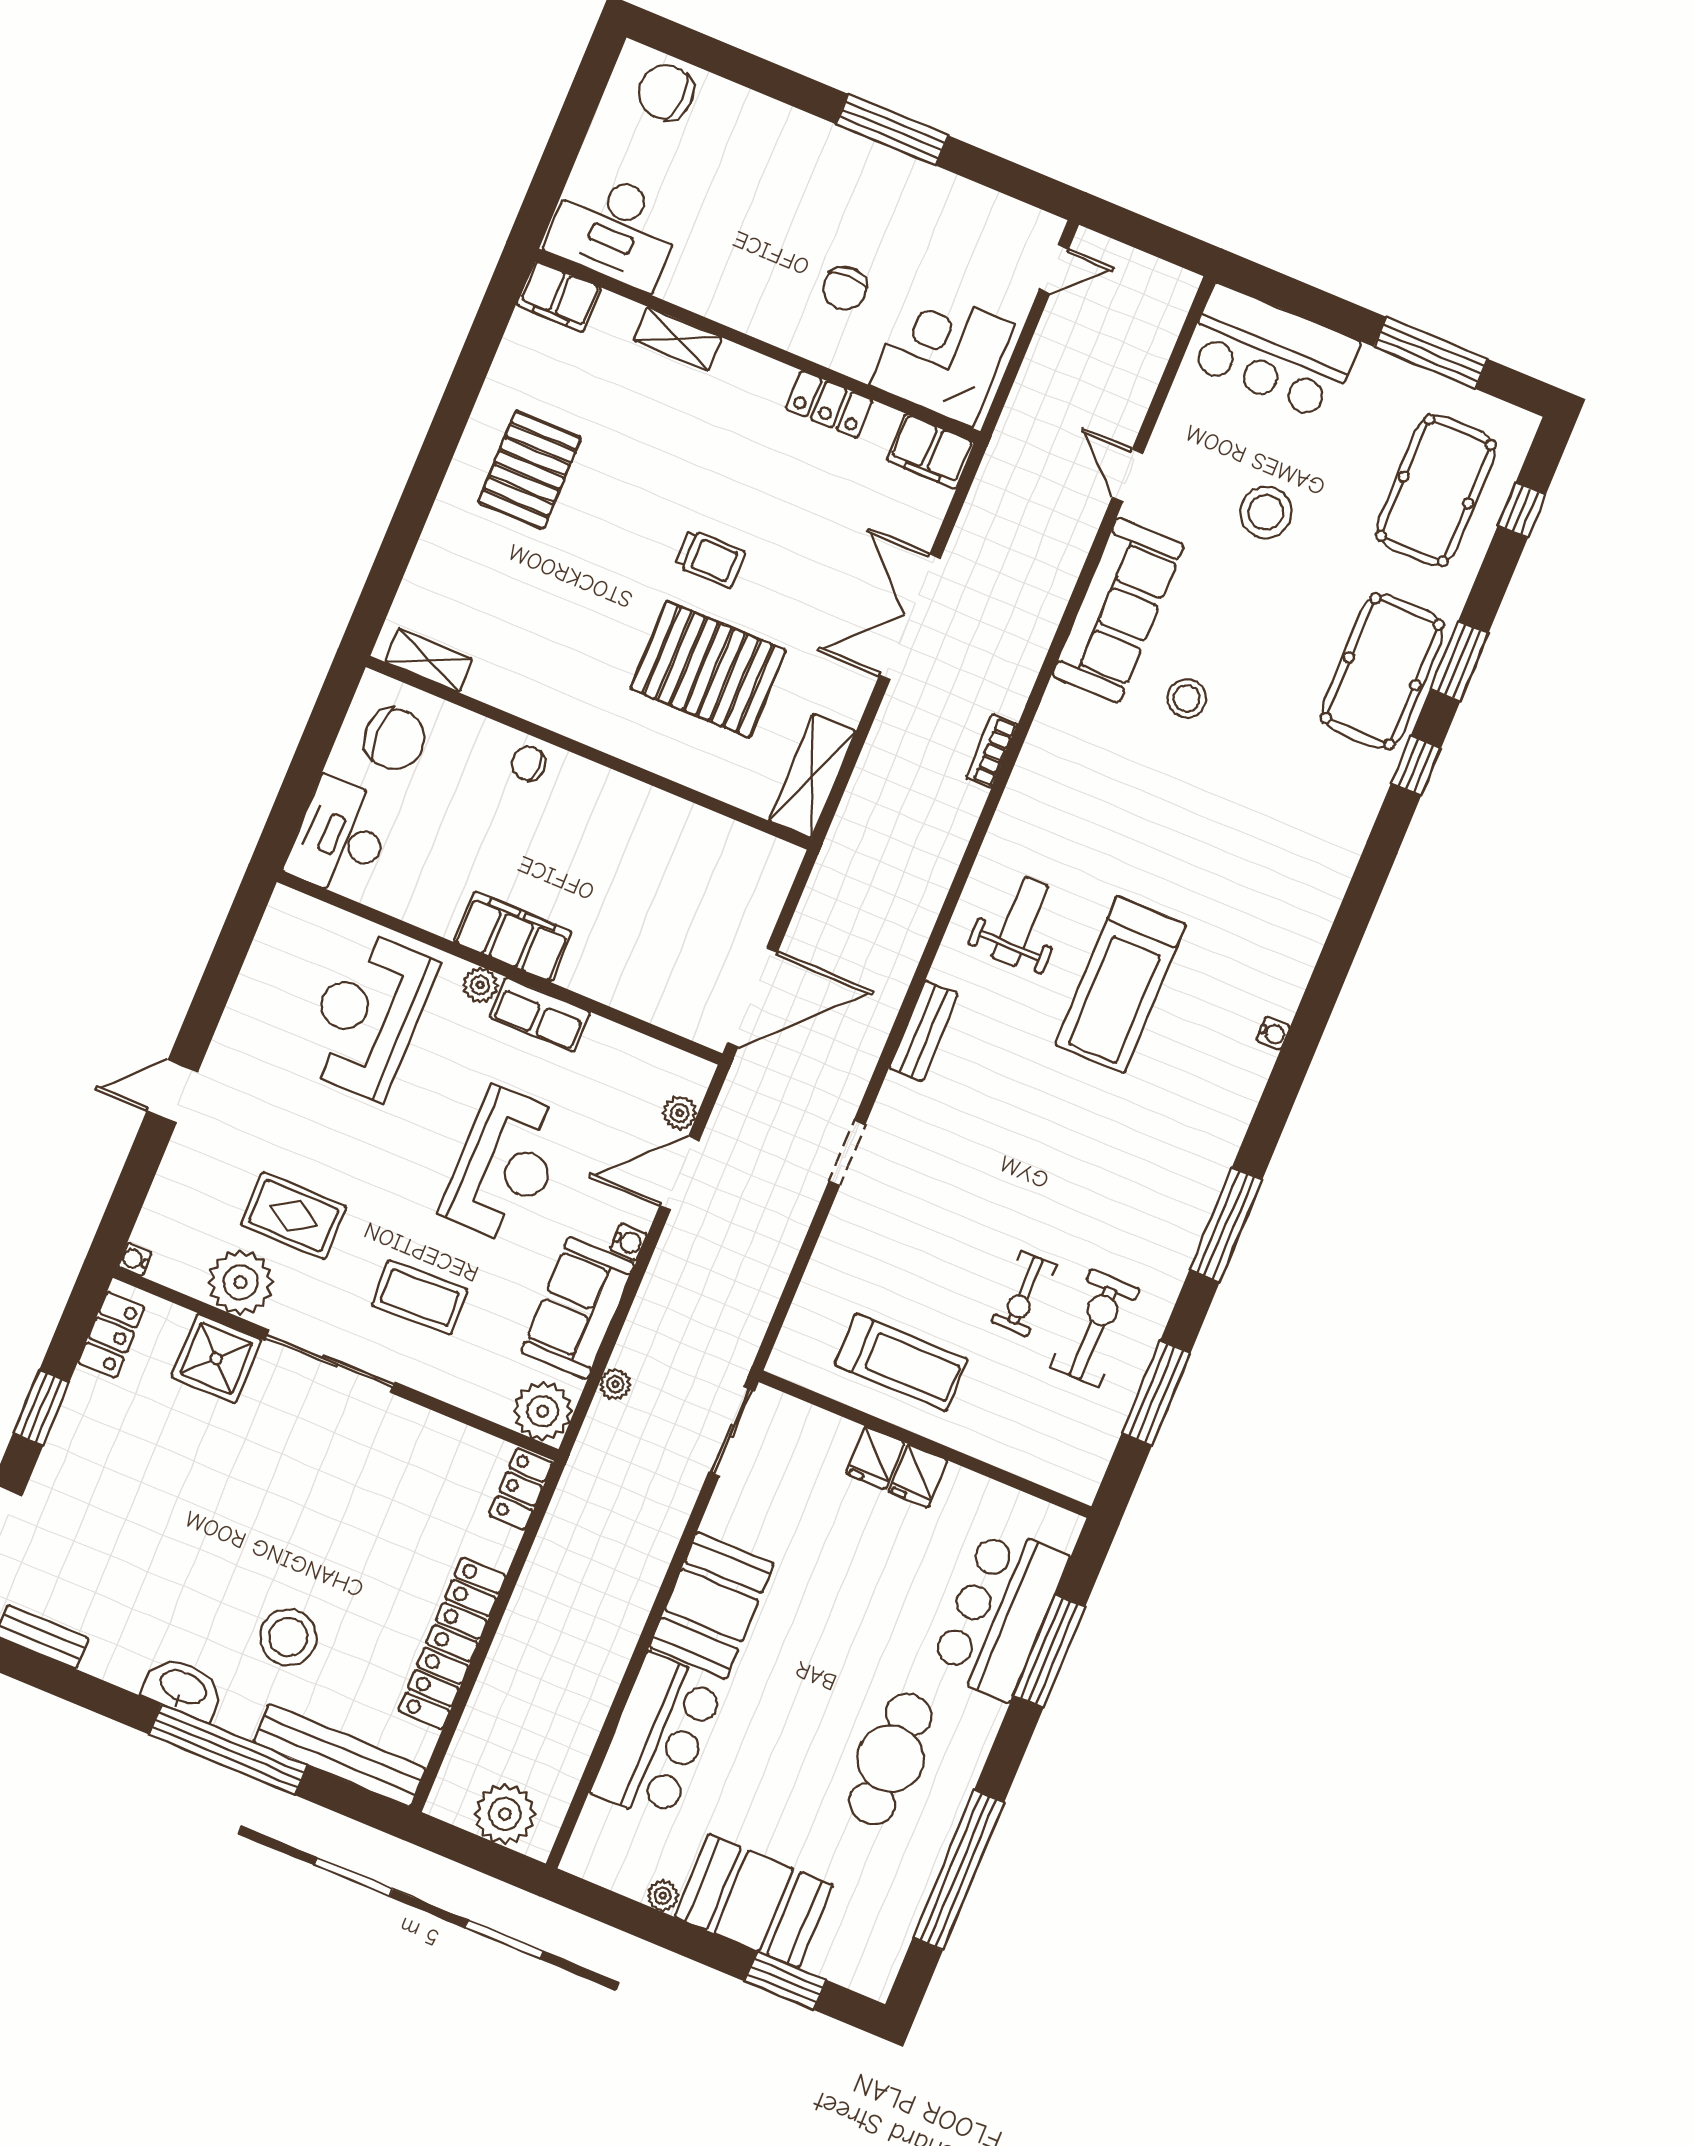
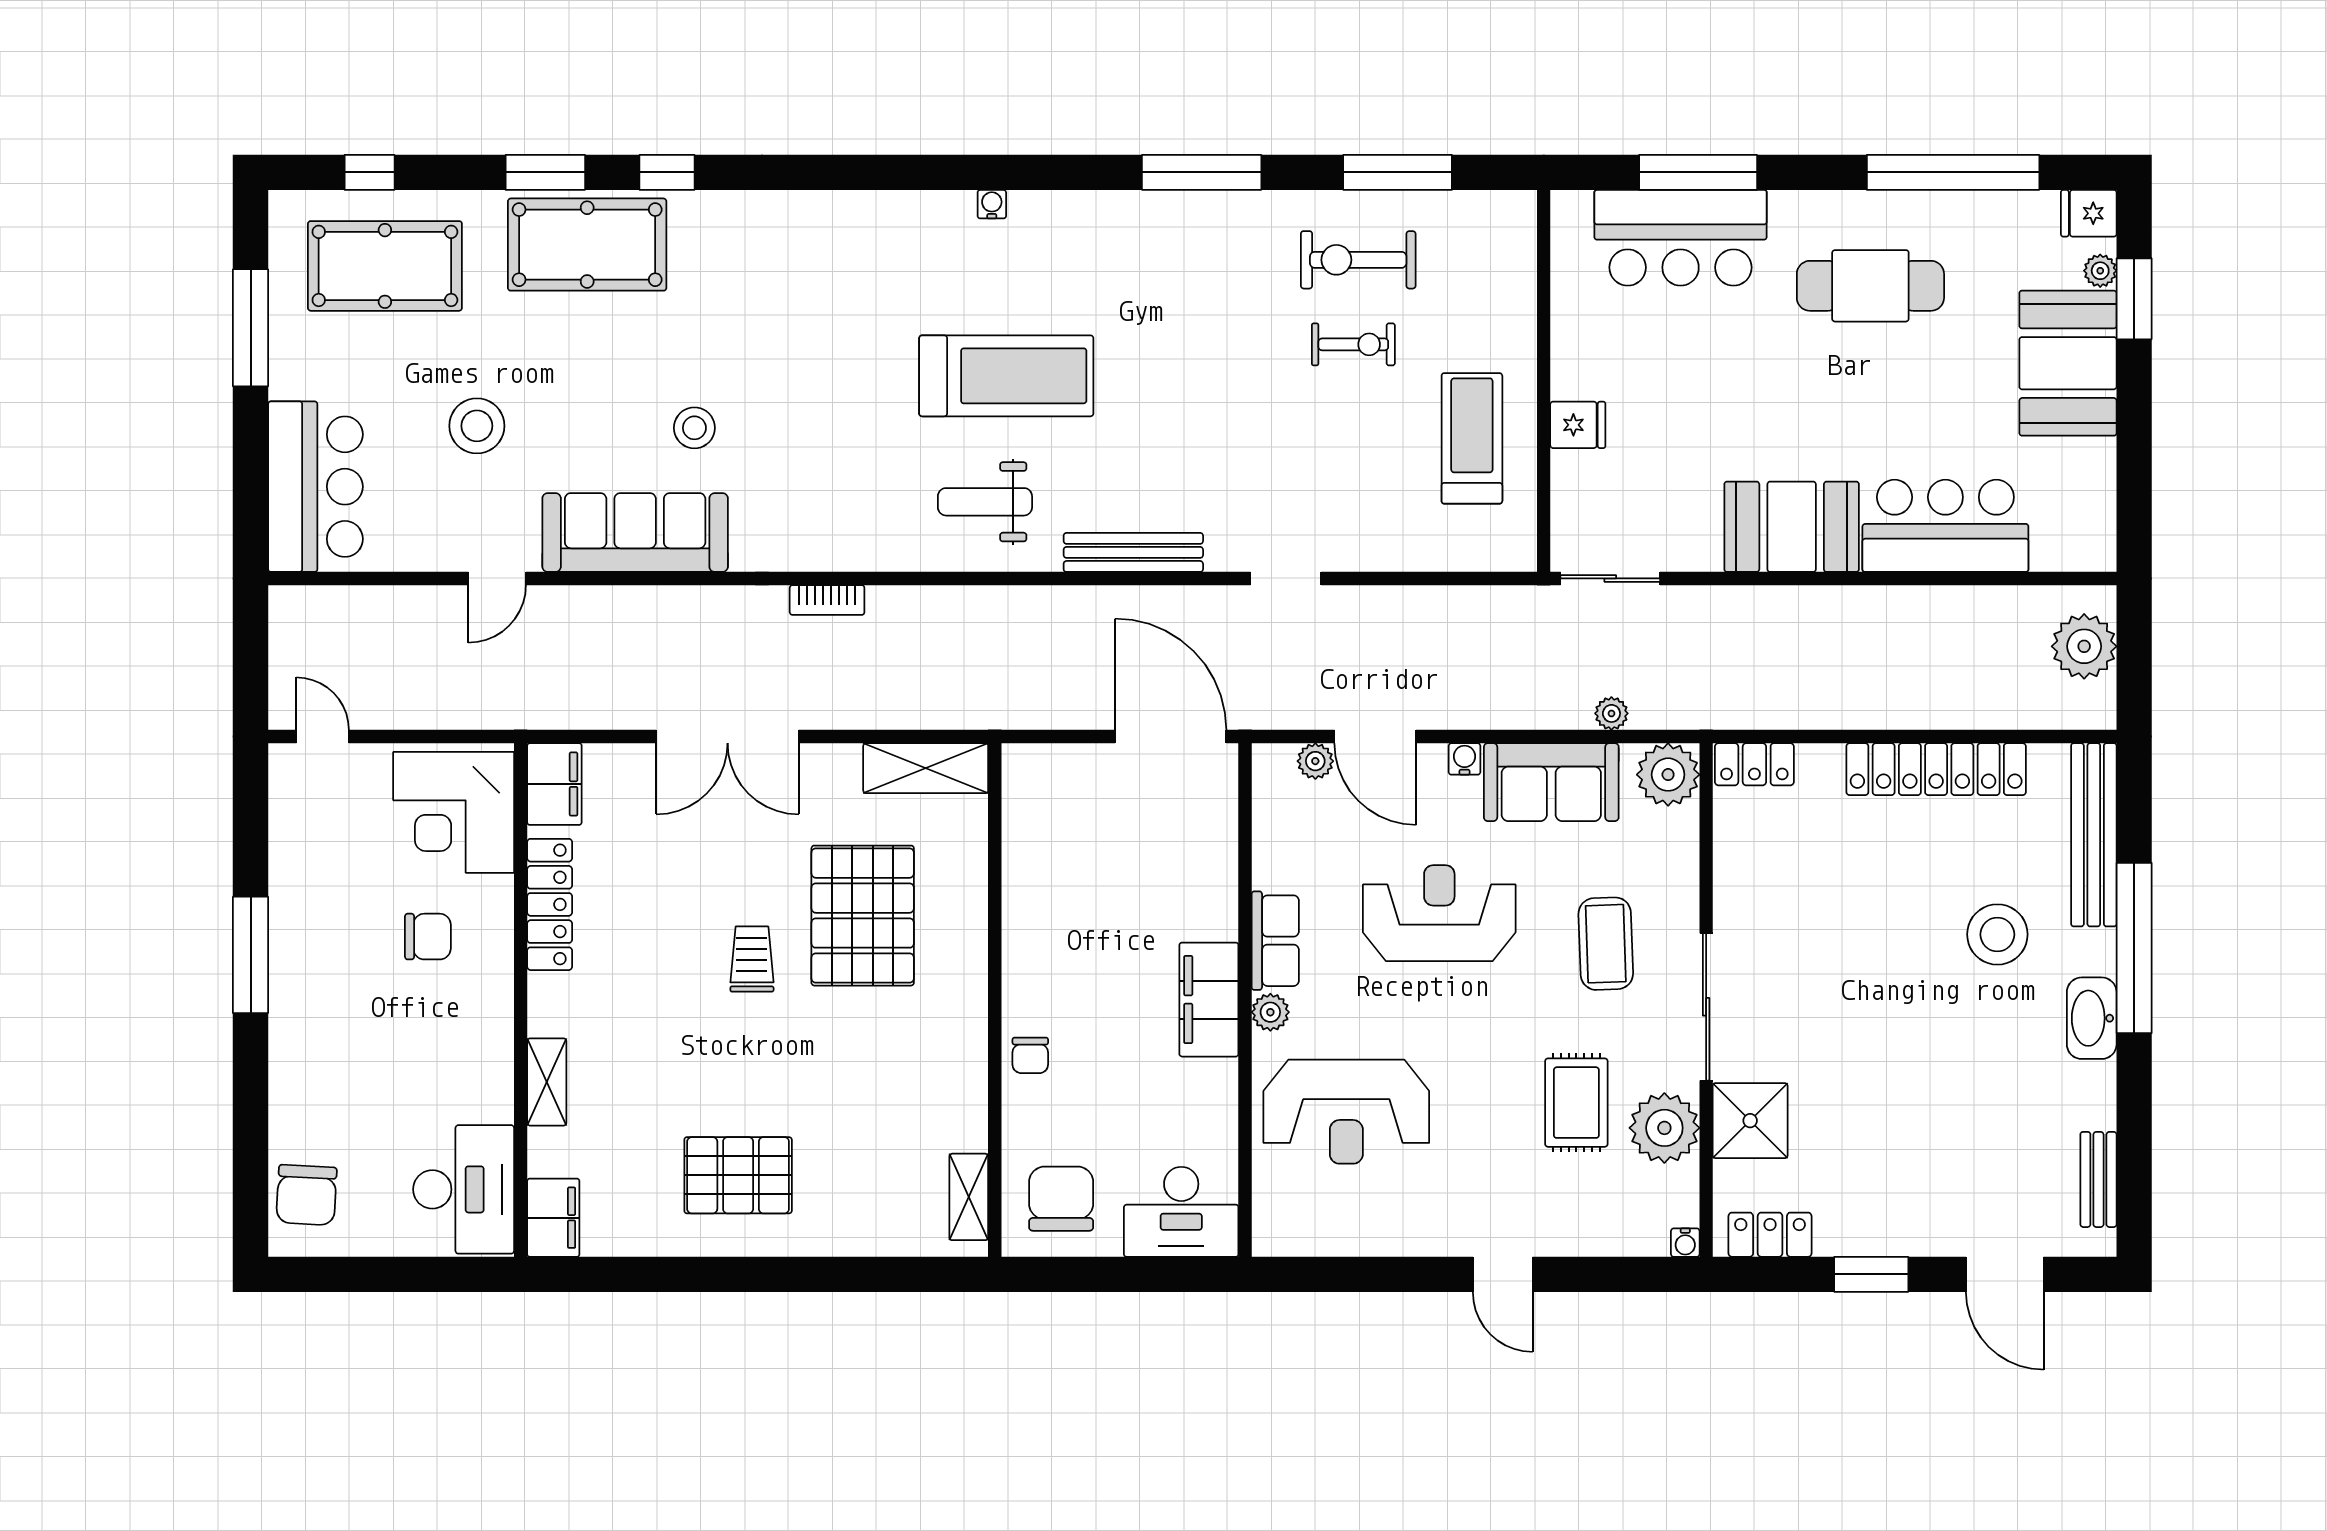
locker: (829, 404) -> (550, 904), width x1.53
bench: (924, 1031) -> (1133, 552), width x1.36
fridge: (918, 1476) -> (2089, 213), moved, turned 180
plant: (663, 1896) -> (2100, 271), moved

